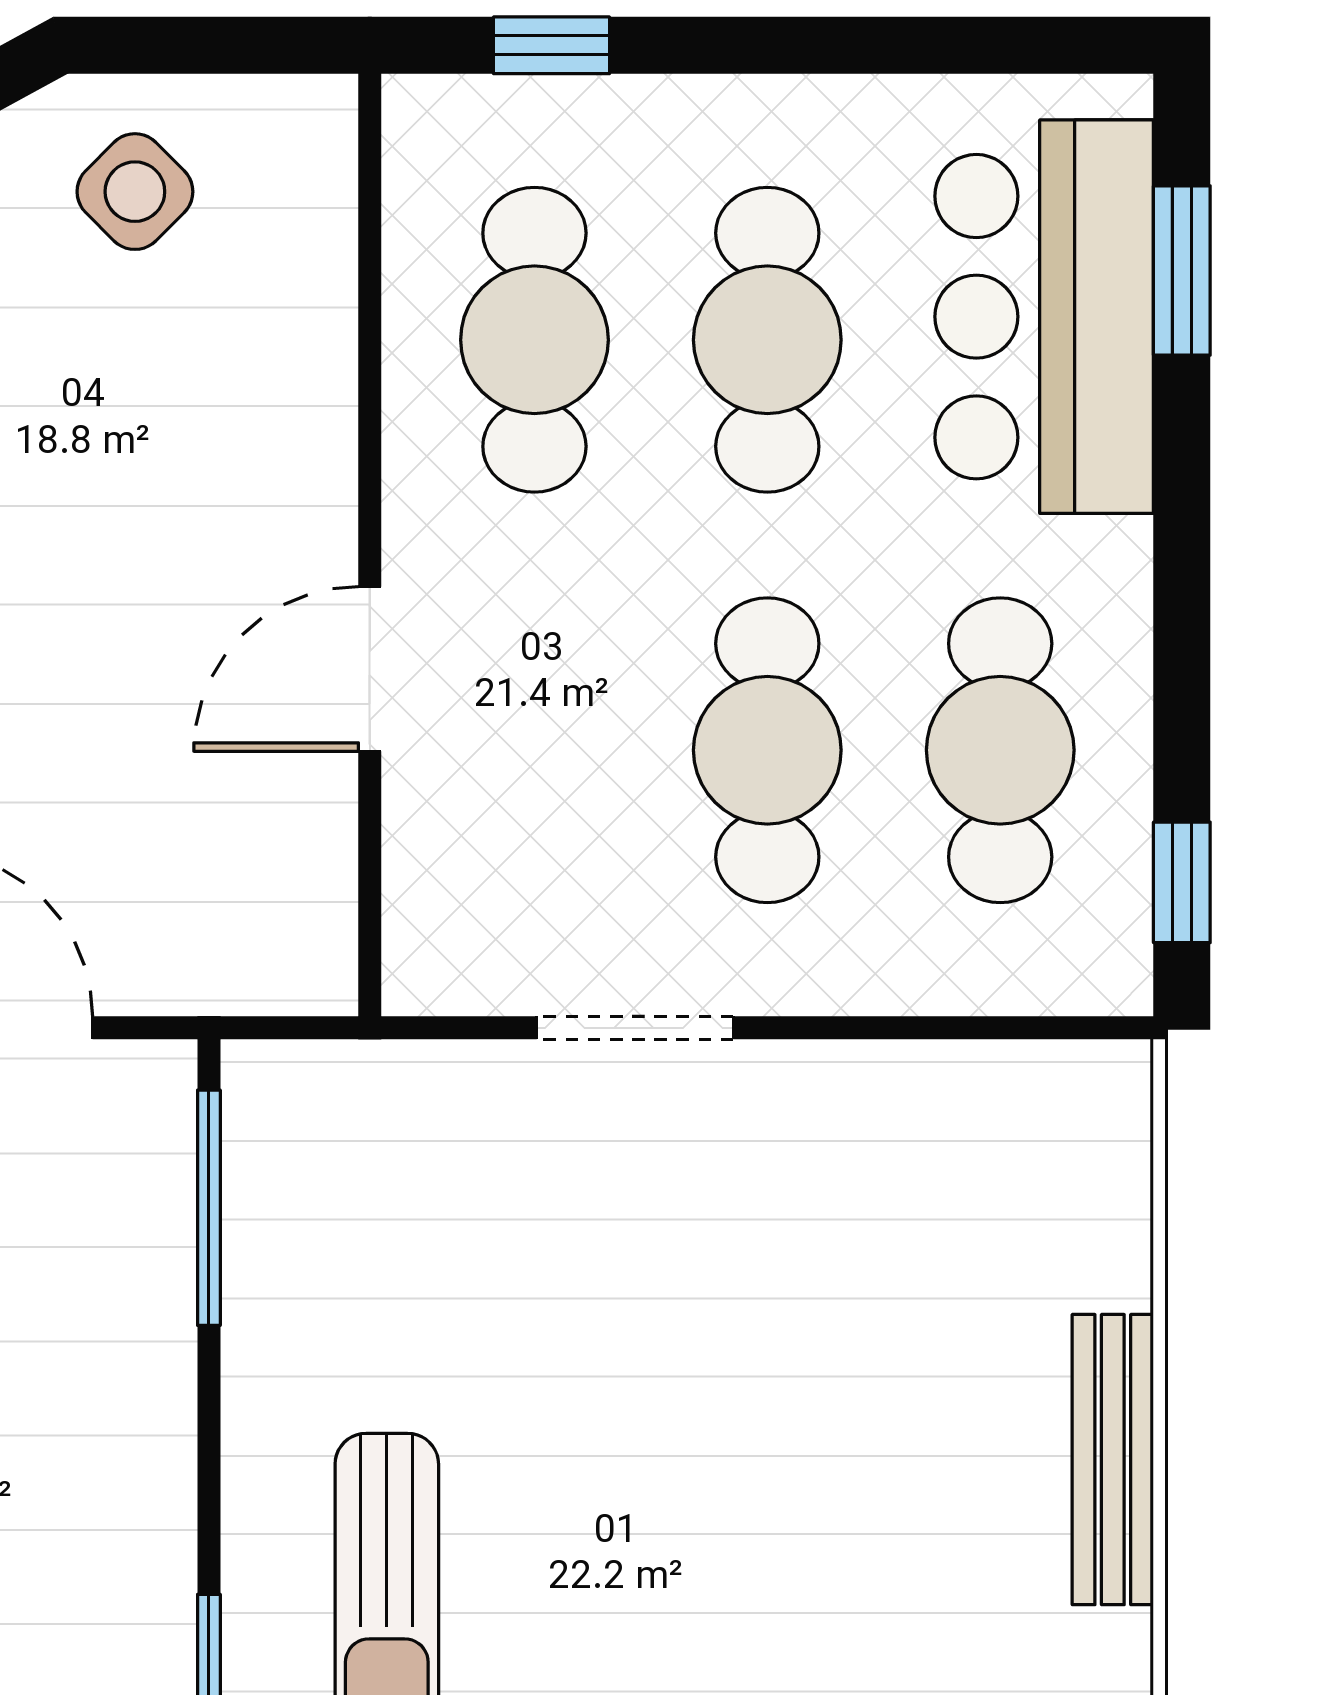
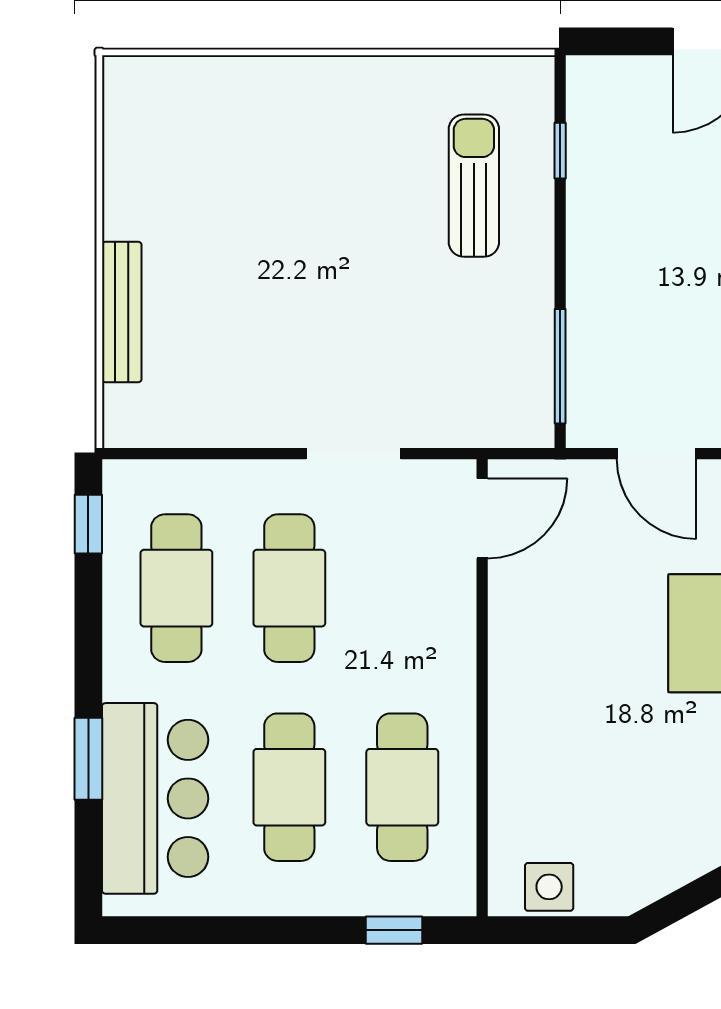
side table: (135, 192) -> (549, 887), moved, turned 45
window: (1182, 270) -> (88, 759), moved
door: (370, 669) -> (482, 518), moved
bench: (1113, 1460) -> (122, 312), moved

